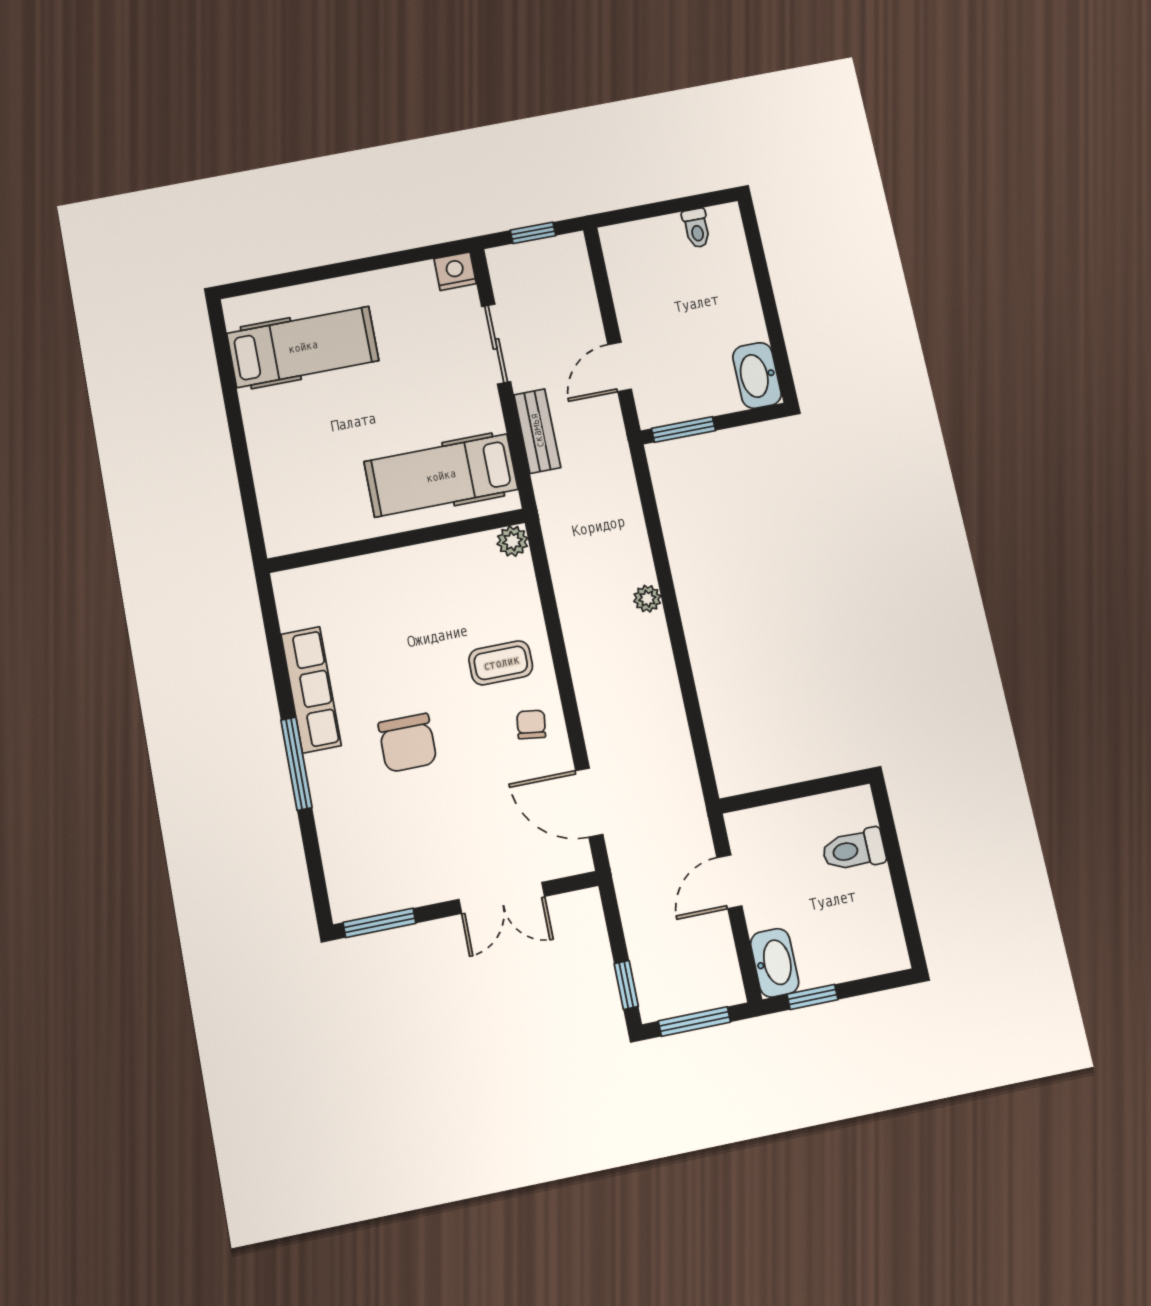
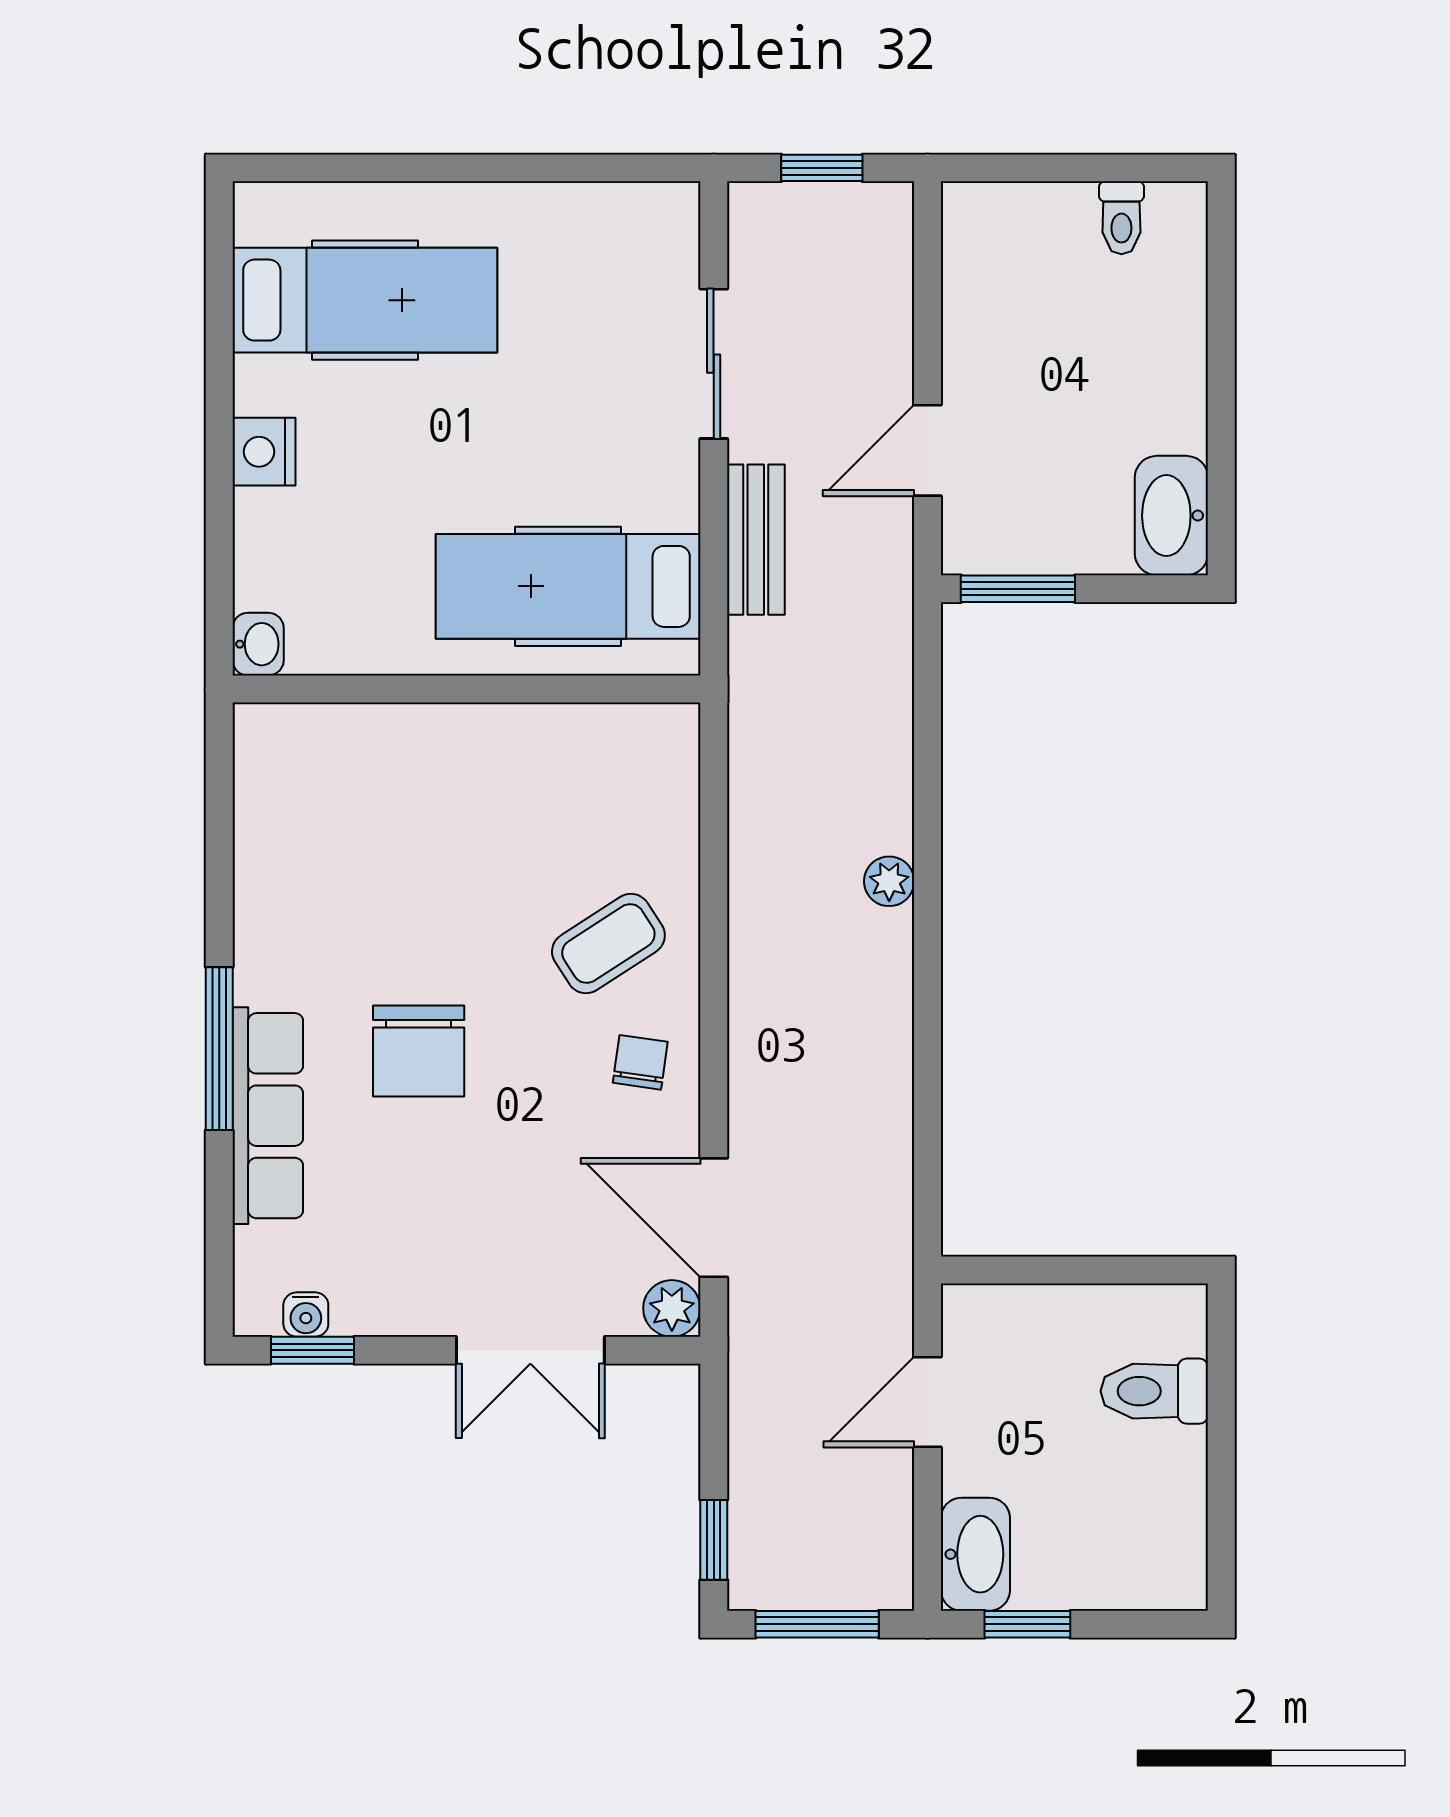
nightstand: (455, 271) -> (264, 452), moved, turned -90
washbasin: (278, 539) -> (258, 644), added
plant: (512, 541) -> (672, 1308), moved
coffee table: (501, 663) -> (608, 943), turned -33
row of seats: (311, 690) -> (268, 1116), moved
water cooler: (372, 903) -> (306, 1315), added
window: (379, 923) -> (312, 1350), width x0.67

